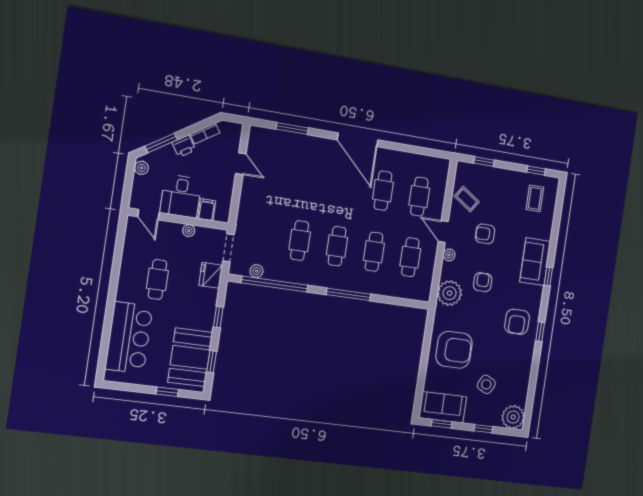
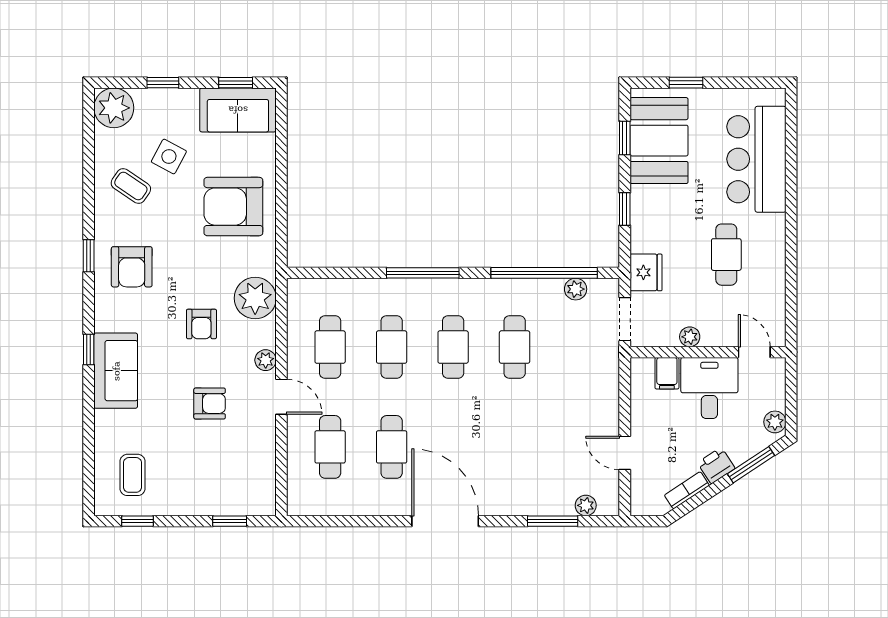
plant: (270, 135) -> (586, 505), added
coffee table: (467, 199) -> (131, 186), moved
armchair: (517, 322) -> (132, 267), turned 180

